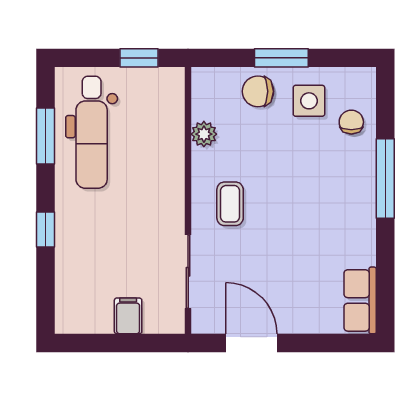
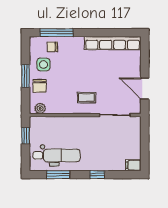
plant: (204, 134) -> (40, 108), moved
window: (385, 179) -> (57, 33), moved
row of seats: (360, 300) -> (113, 43), width x2.02
filing cabinet: (128, 316) -> (133, 165), moved
door: (251, 343) -> (145, 89), hinge flipped

